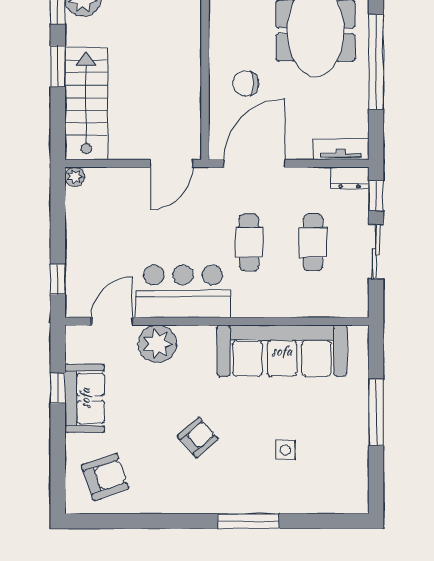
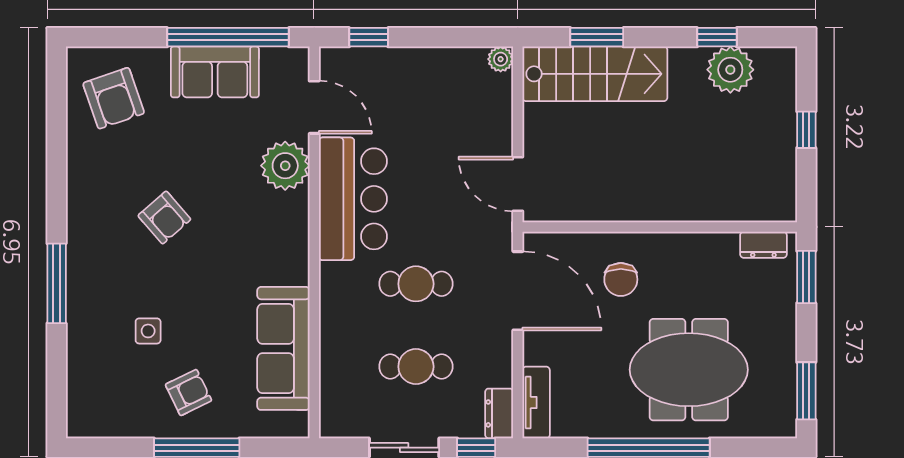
window: (58, 66) -> (597, 37), moved
chair: (246, 84) -> (621, 279), turned 180
sofa: (282, 351) -> (283, 348), width x0.74, depth x0.79
window: (58, 388) -> (228, 37), width x3.17
armchair: (333, 419) -> (189, 393), added

